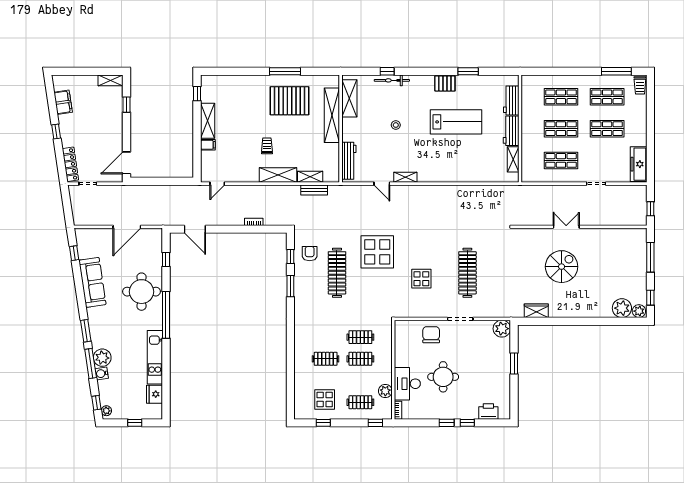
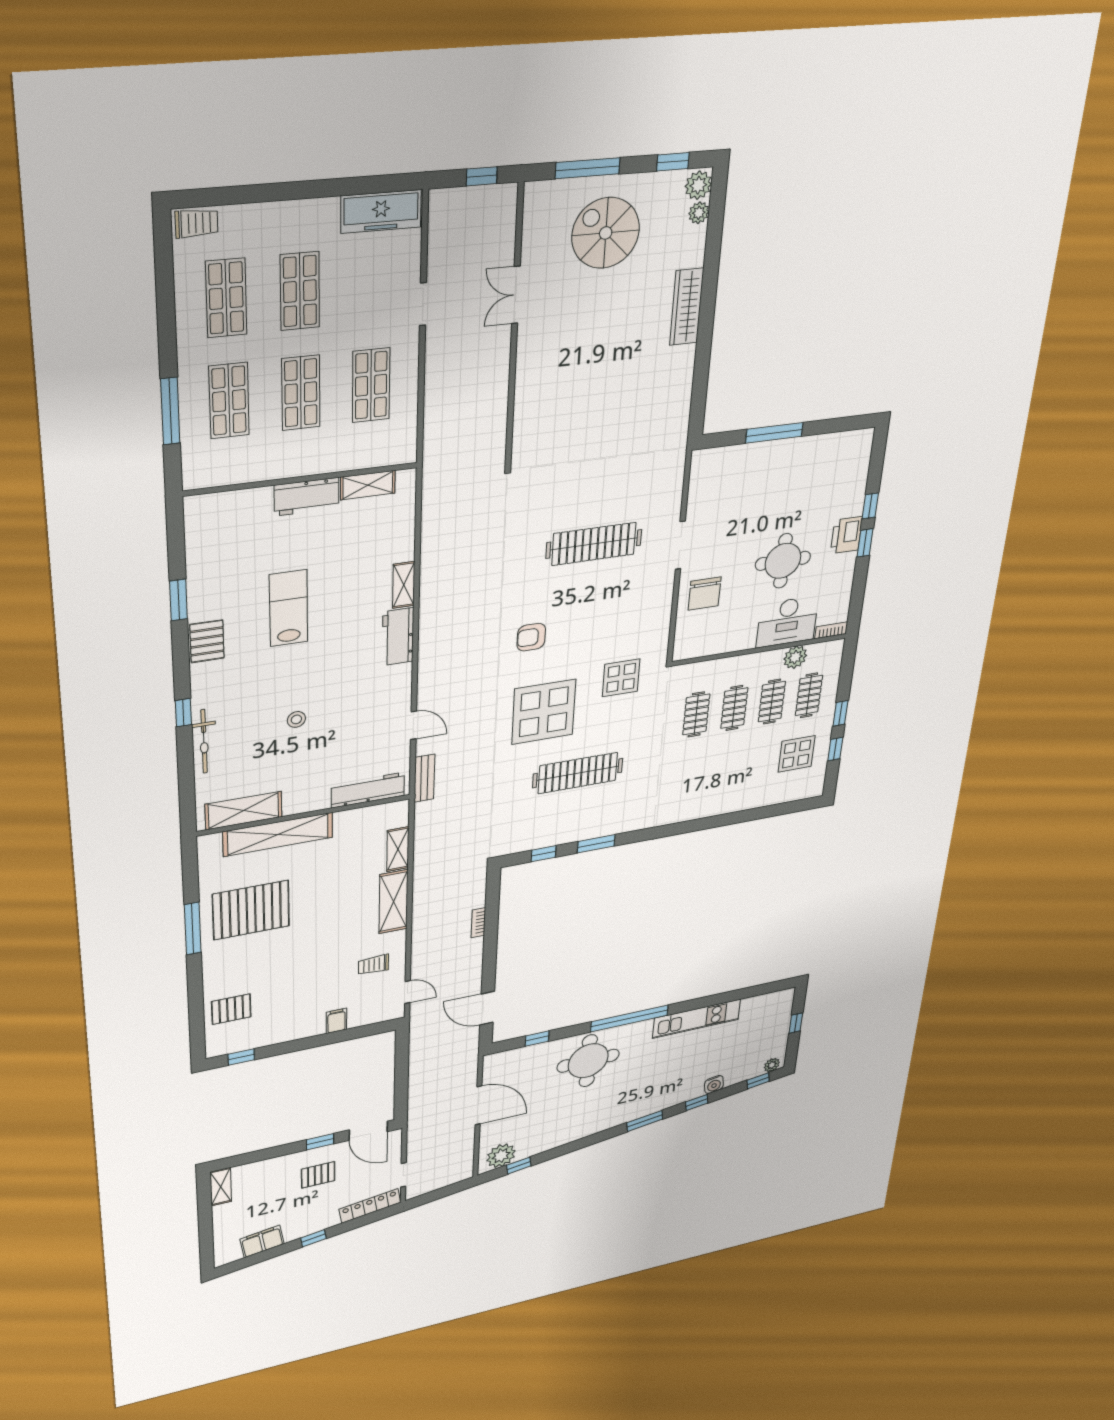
window: (387, 71) -> (183, 713), moved
window: (616, 71) -> (170, 411), moved
pallet: (230, 89) -> (231, 1009), added
workbench: (511, 100) -> (398, 637), moved, turned 90
pallet: (290, 101) -> (251, 910), turned 90
window: (126, 105) -> (320, 1142), moved
shelving: (208, 121) -> (292, 1030), removed
lab bench: (456, 122) -> (289, 608), width x0.73, depth x0.72
pallet: (103, 134) -> (318, 1175), added
trolley: (267, 146) -> (374, 965), moved
shelving: (405, 177) -> (404, 585), moved
door: (382, 184) -> (414, 725), hinge flipped
bench: (314, 190) -> (424, 778), moved
double door: (566, 227) -> (516, 295), moved
door: (195, 229) -> (487, 1008), swing flipped
armchair: (310, 254) -> (531, 637), moved
spiral stairs: (562, 267) -> (606, 233), moved
display table: (421, 279) -> (621, 678), moved
sofa: (92, 282) -> (568, 1130), removed
plant: (622, 308) -> (699, 213), width x0.53, depth x0.53
wardrobe: (536, 311) -> (687, 307), moved, width x1.50
plant: (502, 329) -> (706, 464), removed
chair: (431, 335) -> (705, 593), turned -90
plant: (102, 358) -> (501, 1156), moved
clothes rail: (326, 359) -> (772, 702), moved
window: (91, 364) -> (697, 1103), width x0.46
window: (514, 364) -> (774, 433), width x1.44
fridge: (154, 394) -> (755, 1006), removed
printer: (488, 411) -> (846, 535), moved
window: (375, 423) -> (840, 713), moved

